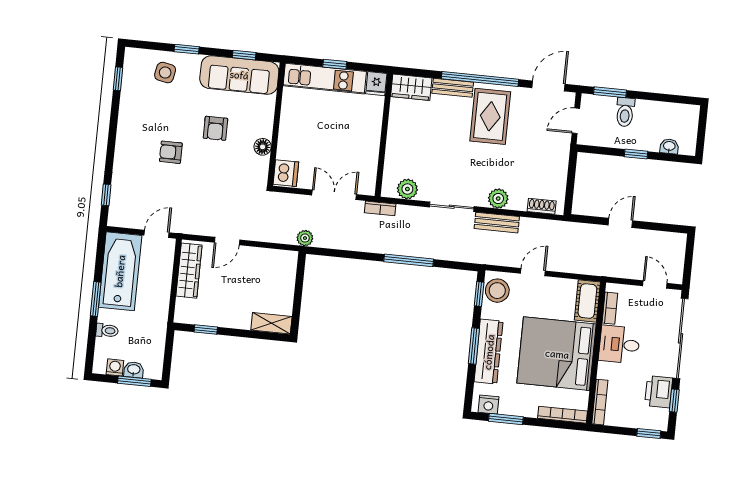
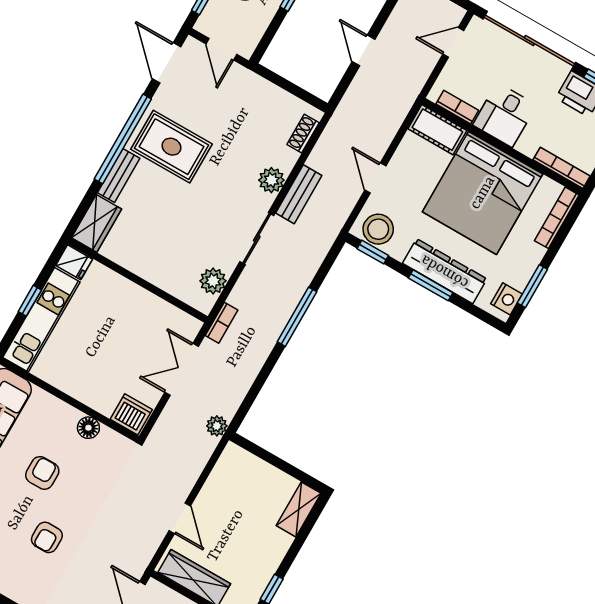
armchair: (215, 128) -> (42, 473), turned -90

